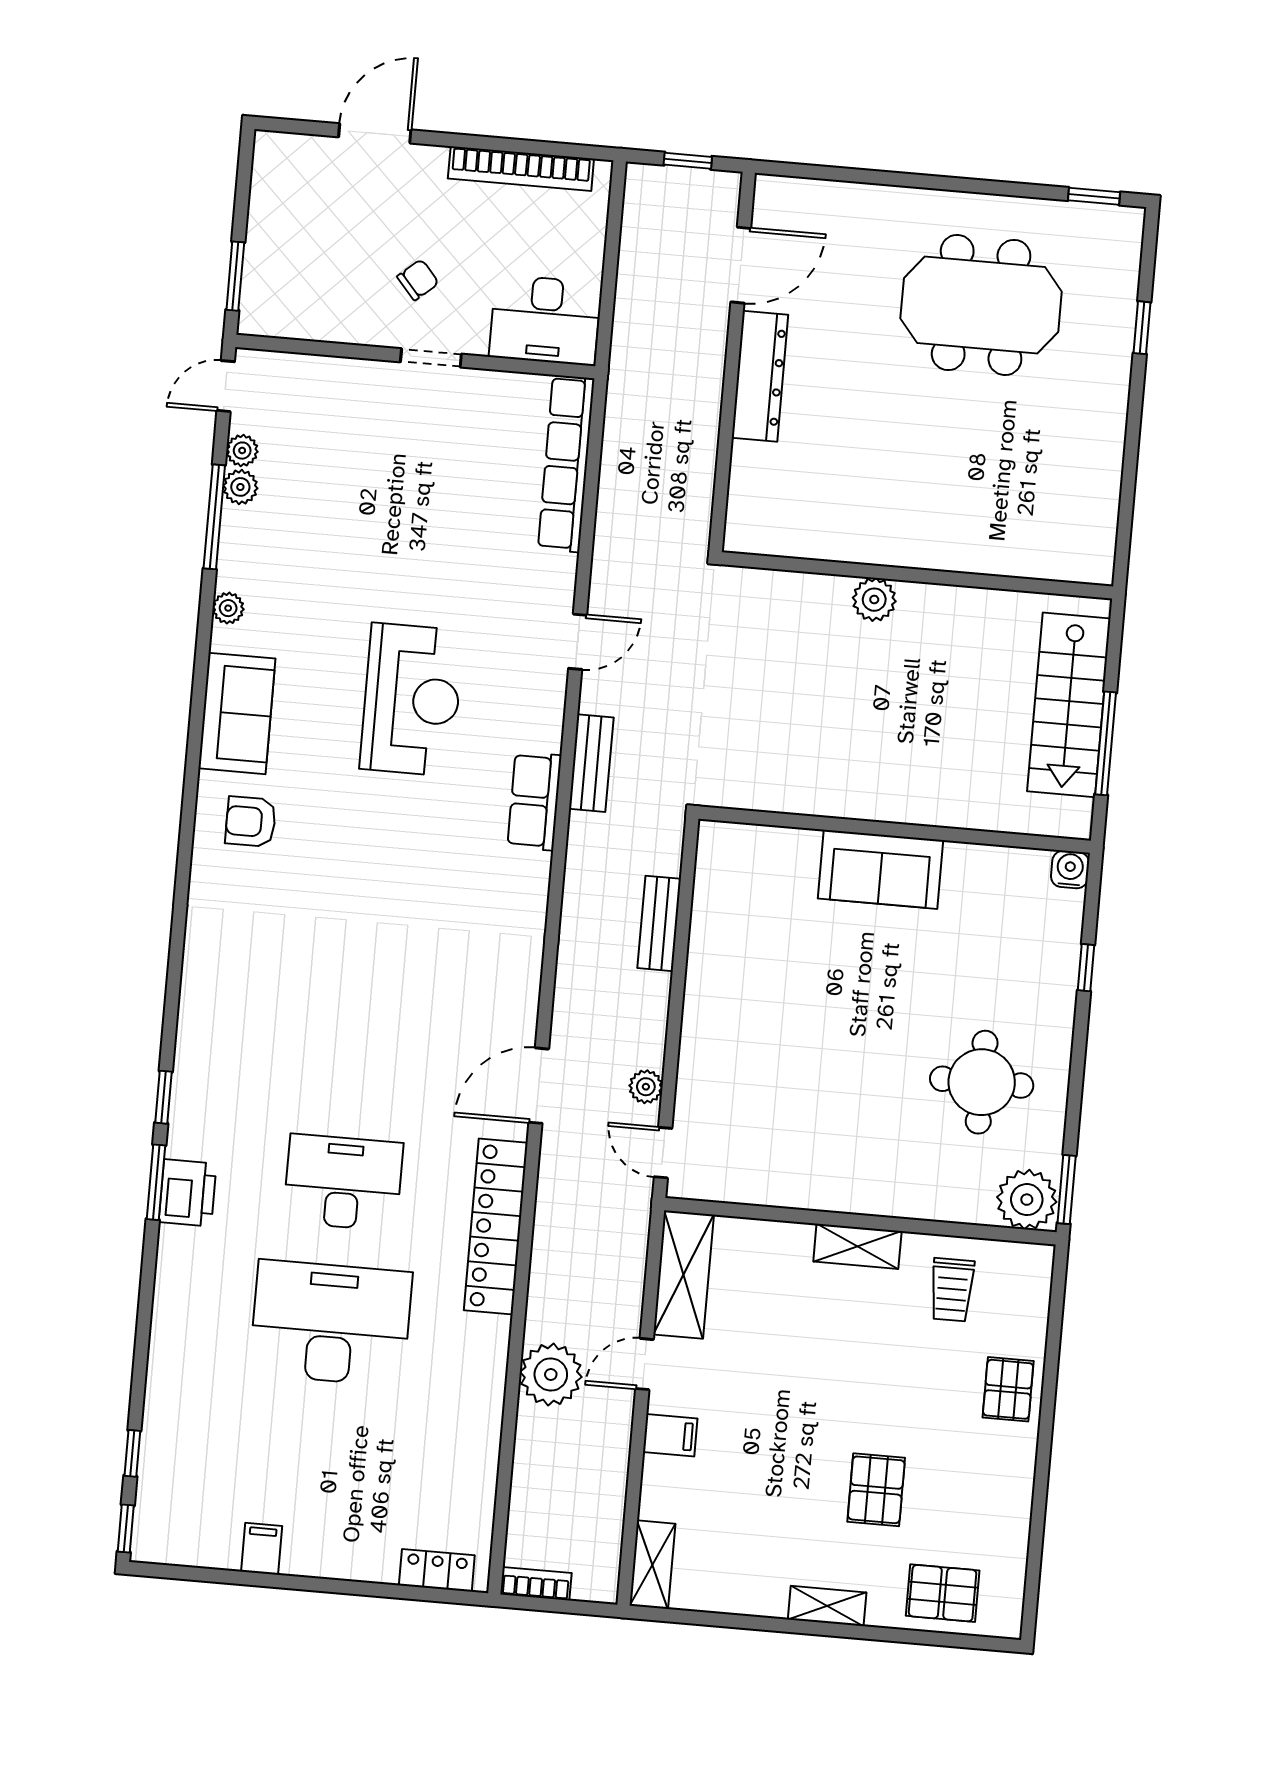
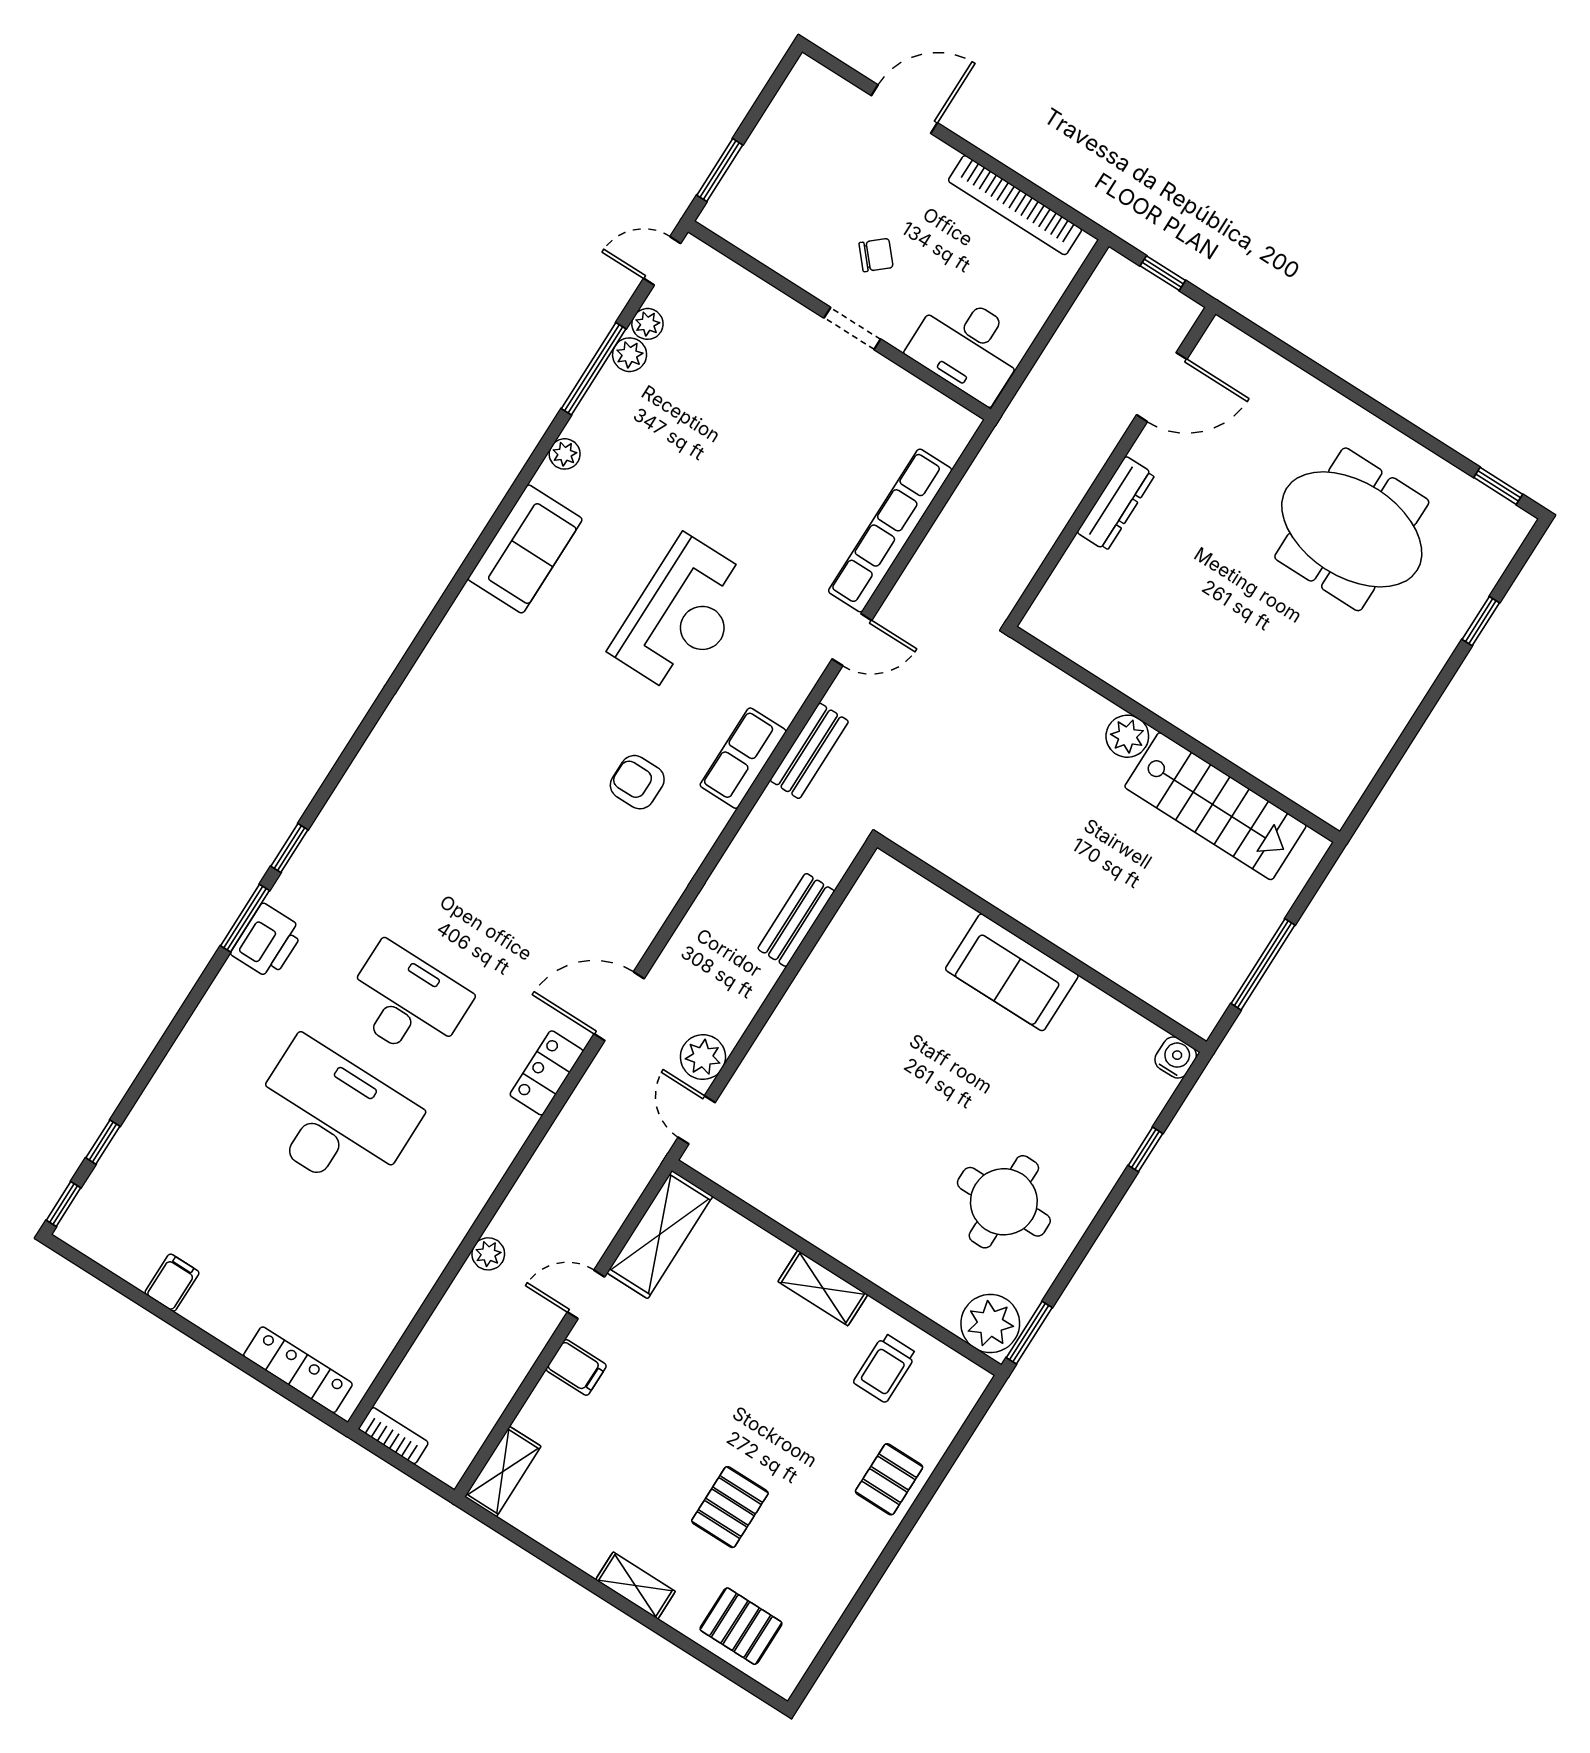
dresser: (760, 376) -> (1116, 504), width x0.73, depth x0.80
row of seats: (566, 464) -> (890, 531), moved
stairs: (1069, 705) -> (1215, 806), moved, turned -90
armchair: (251, 822) -> (637, 782), moved
plant: (646, 1087) -> (703, 1057), width x1.38, depth x1.38
locker: (496, 1227) -> (547, 1073), width x0.46, depth x0.83
plant: (551, 1374) -> (488, 1254), width x0.53, depth x0.53
locker: (437, 1570) -> (298, 1370), width x1.53

